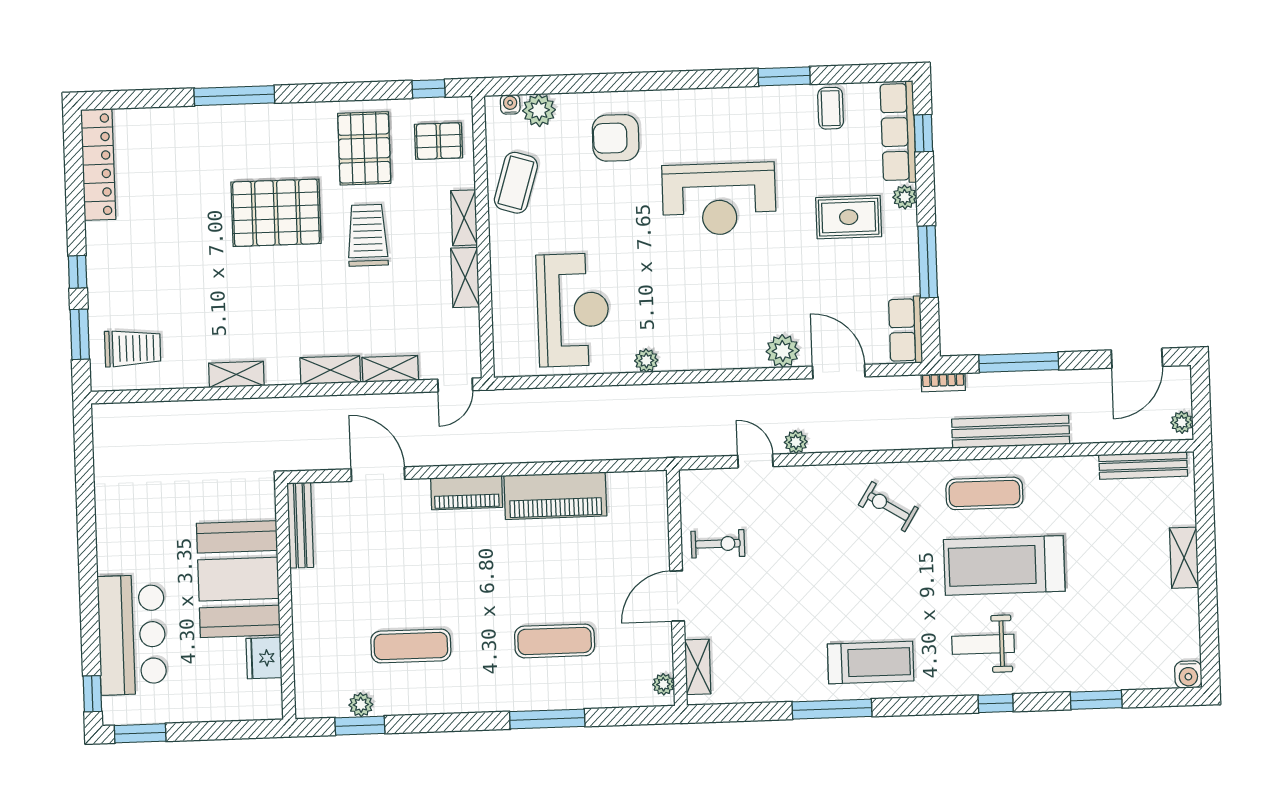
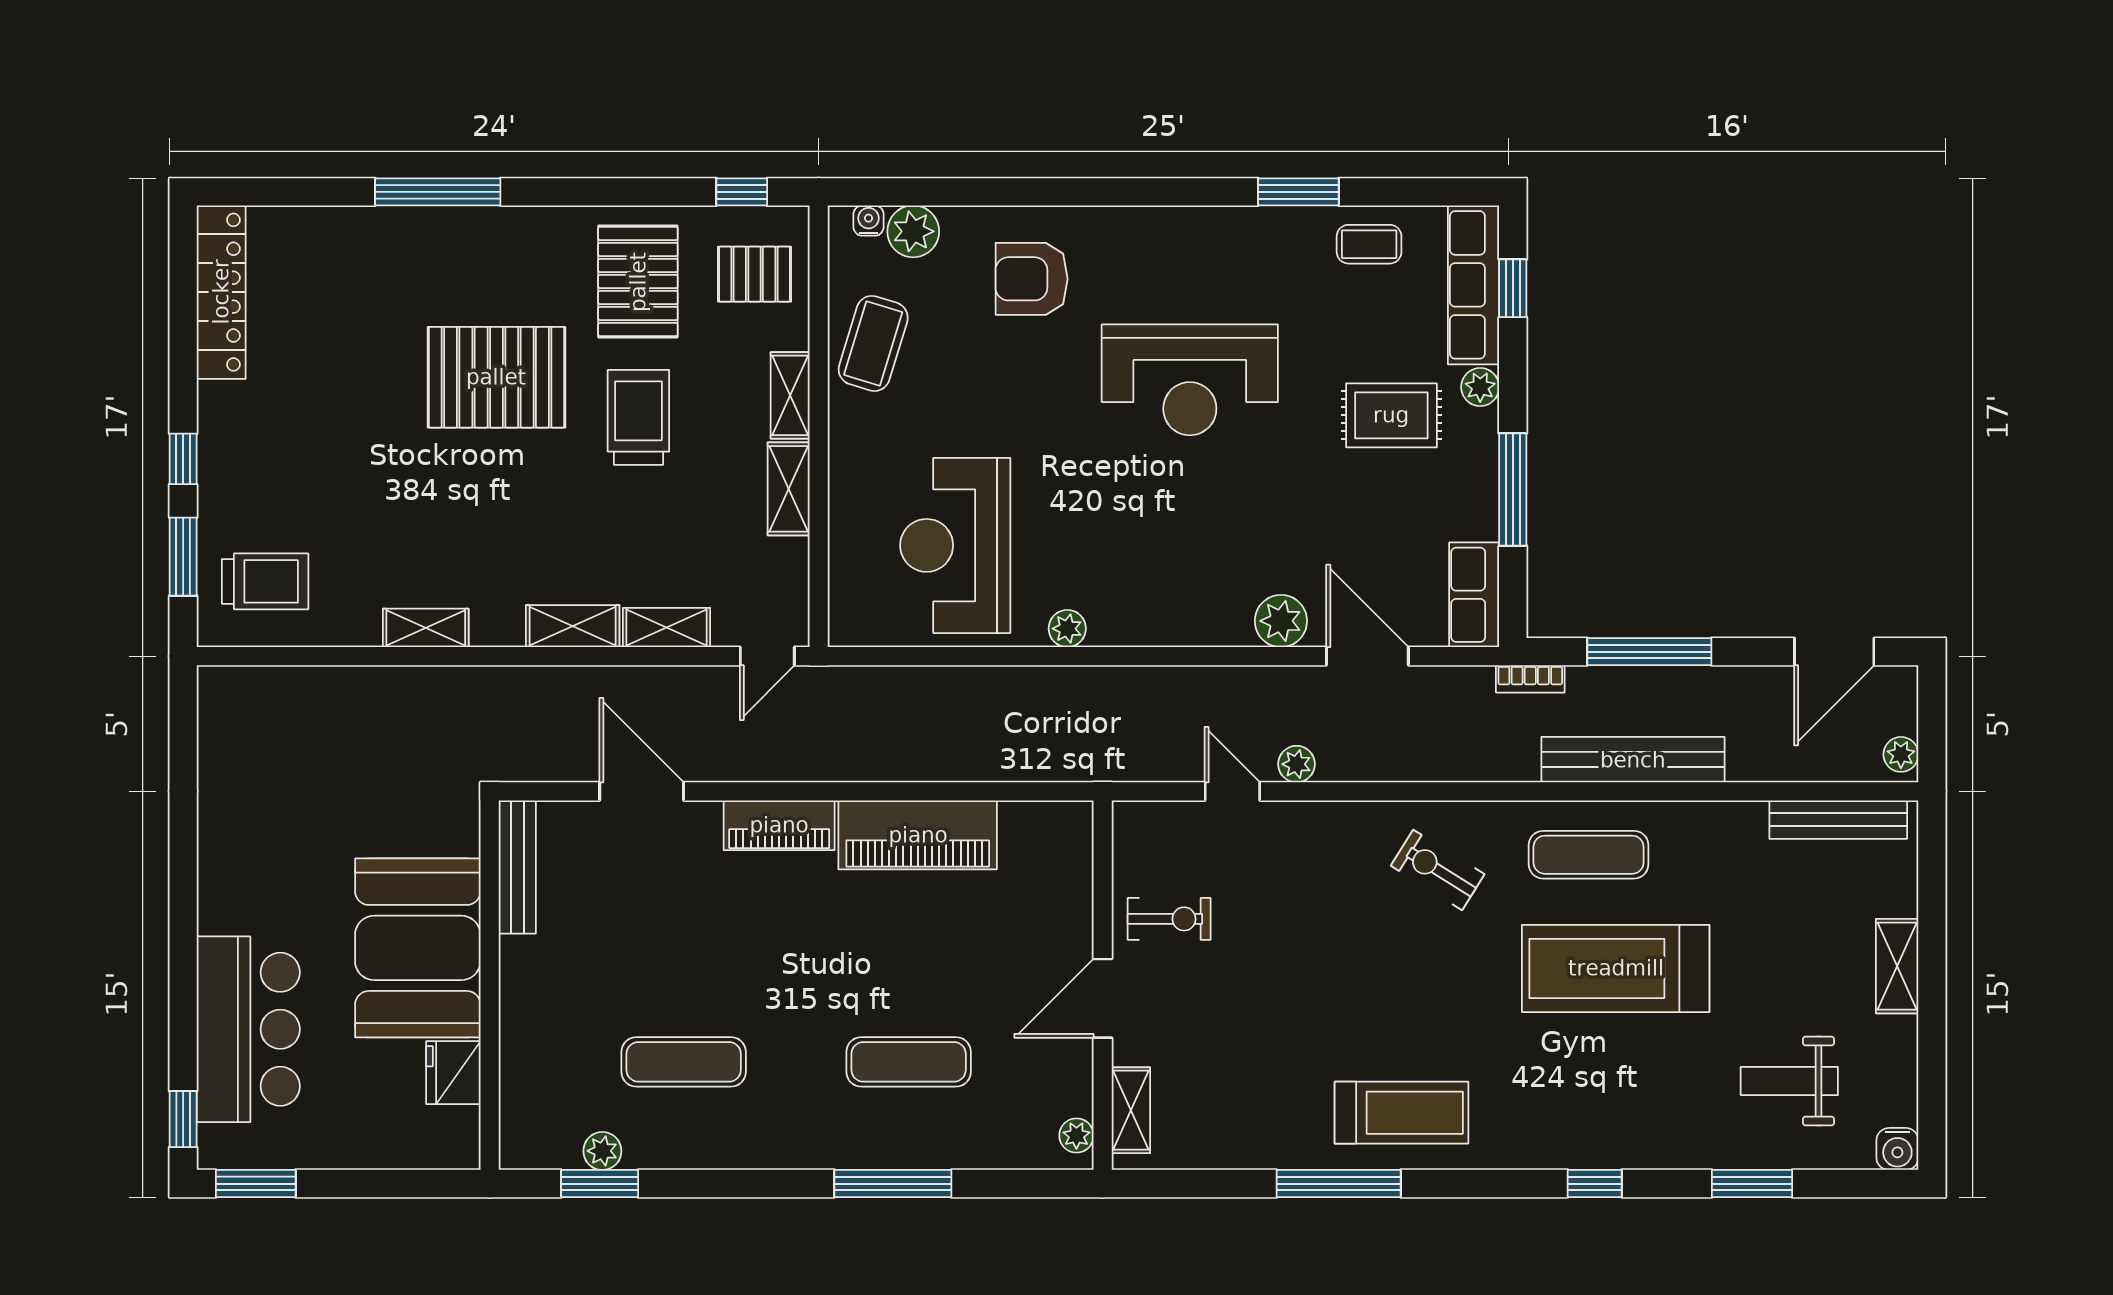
coffee table: (831, 108) -> (1369, 244), turned 90
reception desk: (573, 310) -> (955, 545), turned 180
weight bench: (983, 644) -> (1789, 1081), moved

